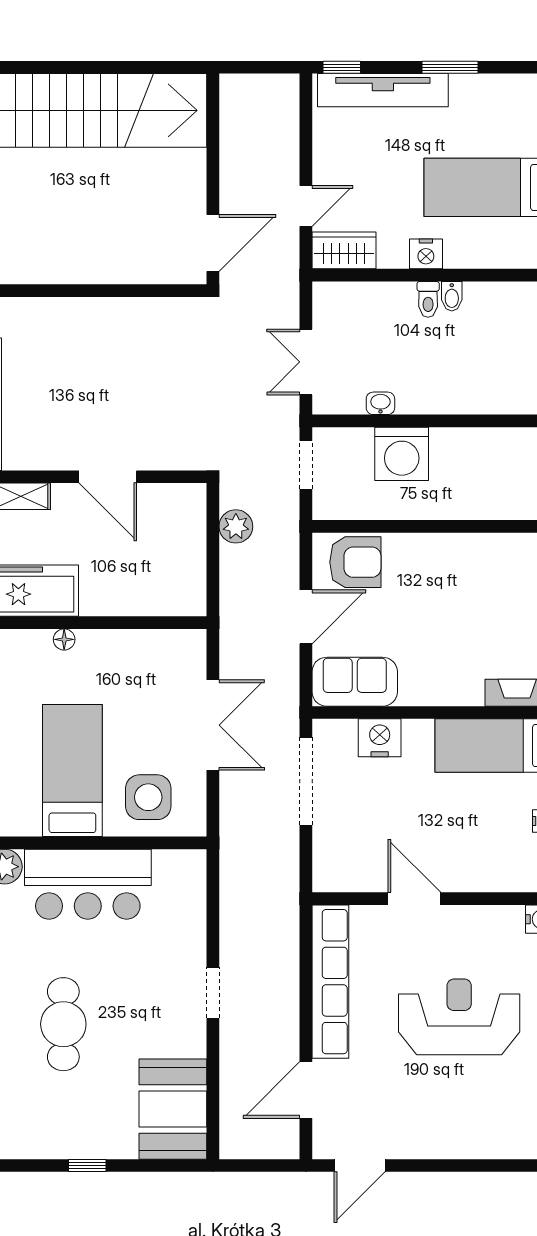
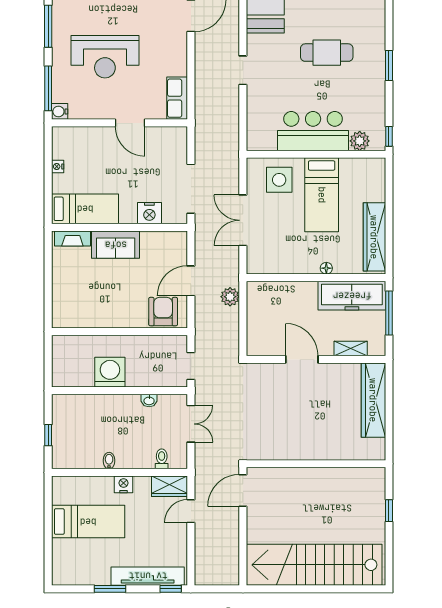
toilet: (428, 299) -> (162, 459), moved
washing machine: (402, 454) -> (110, 372), moved
plant: (236, 526) -> (230, 297), moved
armchair: (355, 562) -> (163, 312), turned 90
sofa: (355, 682) -> (116, 245), moved
row of seats: (330, 982) -> (177, 98), width x0.50
cafe table: (63, 1024) -> (327, 53), turned 90

